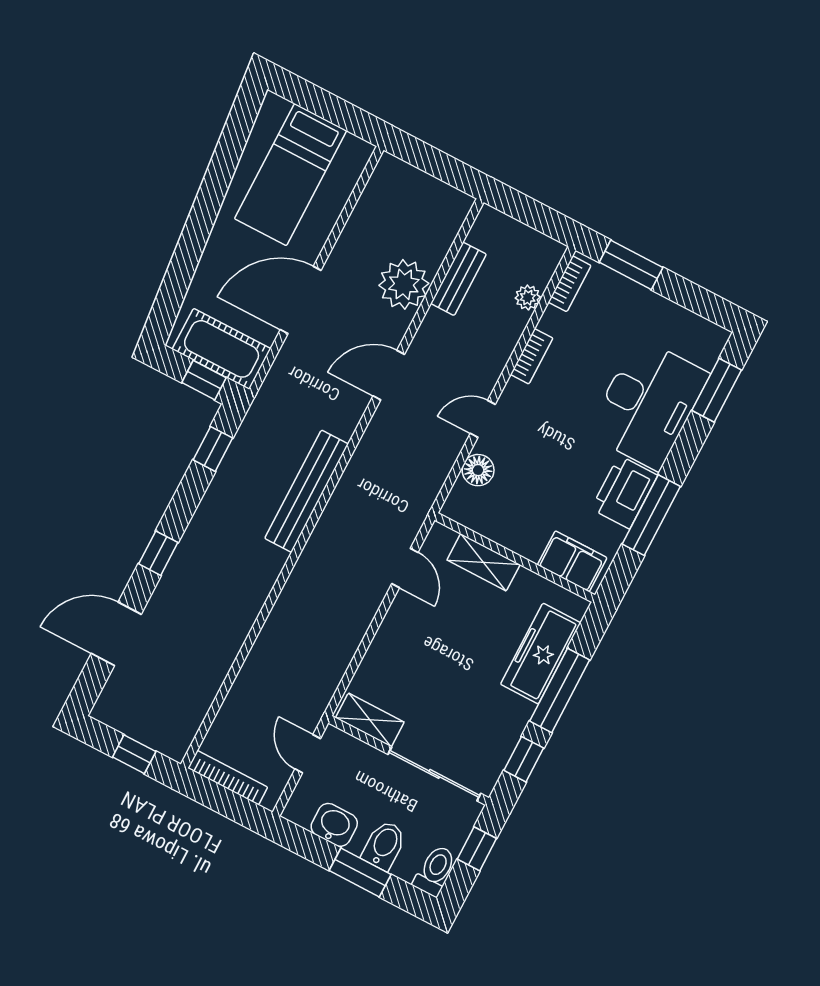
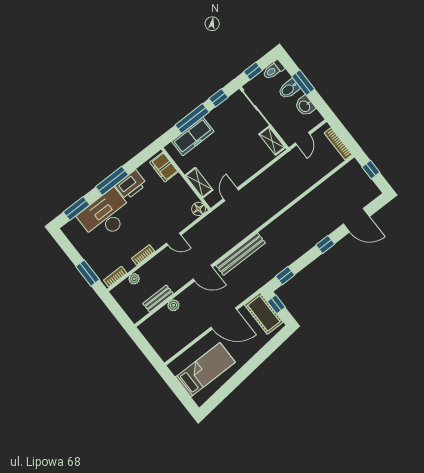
plant: (404, 284) -> (173, 305), width x0.53, depth x0.53
floor lamp: (478, 470) -> (199, 209), moved
bench: (307, 491) -> (241, 254), moved
window: (651, 515) -> (112, 181), moved

